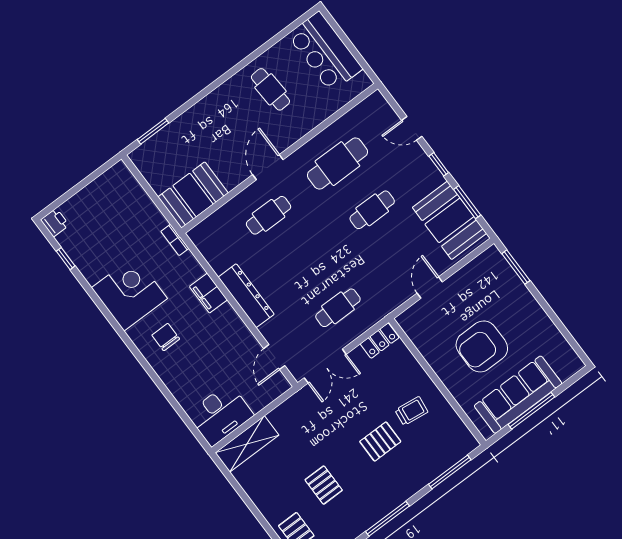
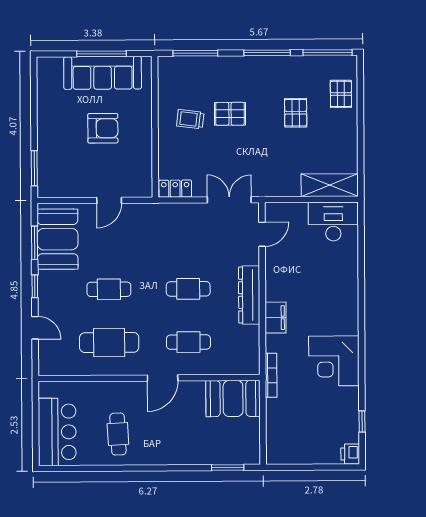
bookcase: (175, 240) -> (271, 375), width x1.56
cafe table: (338, 308) -> (188, 289), moved
chair: (166, 337) -> (331, 309), removed
armchair: (482, 346) -> (103, 128), width x0.73, depth x0.73

